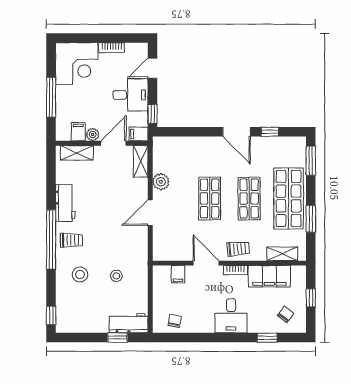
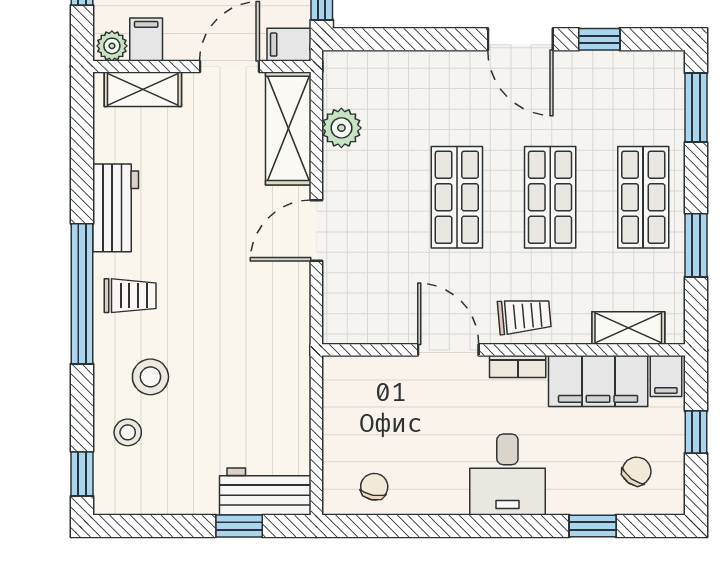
plant: (93, 134) -> (112, 46), moved
shelving: (141, 161) -> (288, 128), width x1.50, depth x1.33
plant: (161, 182) -> (341, 128), moved
shop shelf: (289, 199) -> (643, 197), width x0.70, depth x0.74
filing cabinet: (178, 274) -> (666, 376), moved
stool: (116, 276) -> (128, 432), moved

